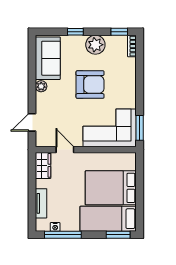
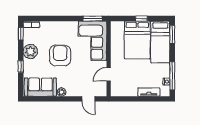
wardrobe: (43, 165) -> (120, 91), removed
window: (140, 193) -> (141, 19), added

